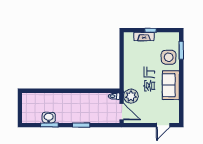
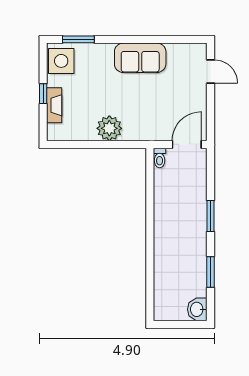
side table: (169, 57) -> (61, 61), moved
plant: (131, 96) -> (109, 128), moved
washbasin: (49, 118) -> (197, 309), moved

